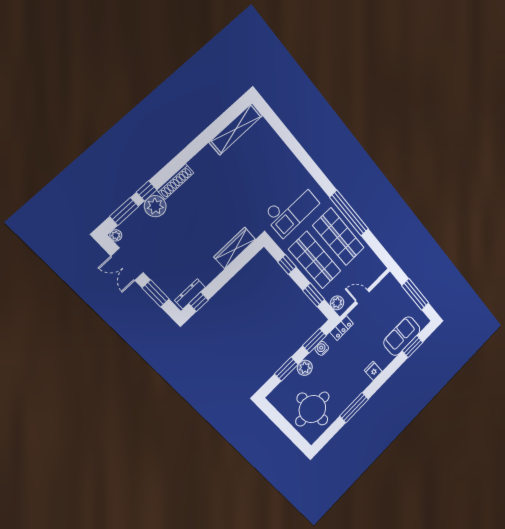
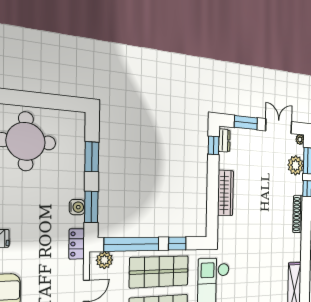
plant: (155, 206) -> (296, 165), moved
wardrobe: (235, 248) -> (225, 193), moved
dresser: (190, 294) -> (224, 141), width x0.70
window: (314, 295) -> (132, 244), width x2.11
plant: (305, 368) -> (75, 174), removed

